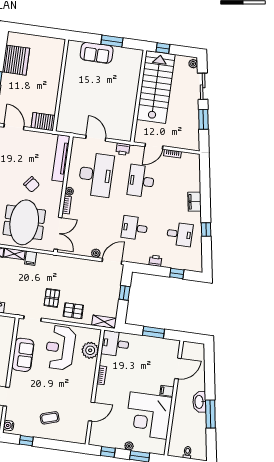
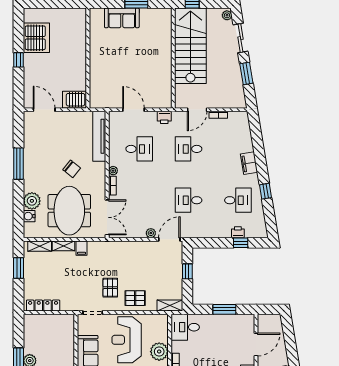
desk: (96, 175) -> (139, 149), width x0.53, depth x0.77
desk: (141, 181) -> (189, 149), width x0.73
printer: (155, 261) -> (238, 232), moved
plant: (90, 350) -> (159, 352), moved

